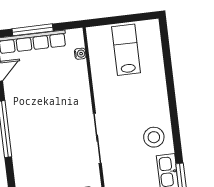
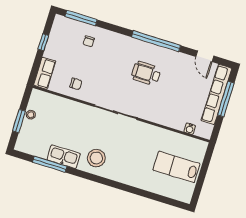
lab bench: (126, 50) -> (176, 167), turned 180
wheelchair: (43, 125) -> (146, 73), added

